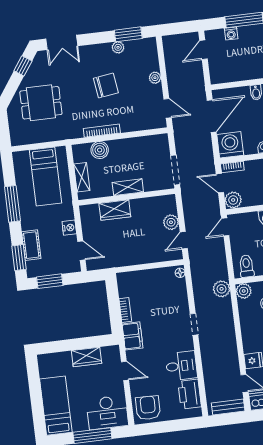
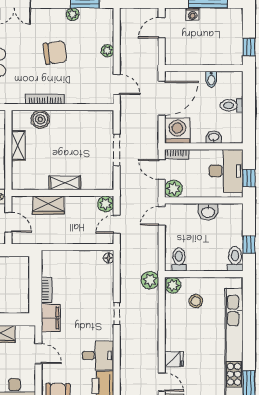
shelving: (128, 187) -> (65, 183), moved
wall: (127, 197) -> (62, 193), moved
wardrobe: (115, 210) -> (48, 205), moved

